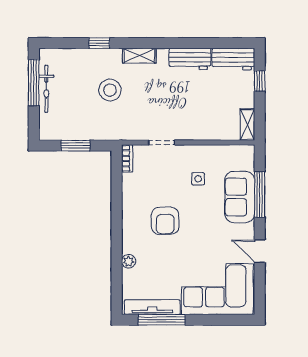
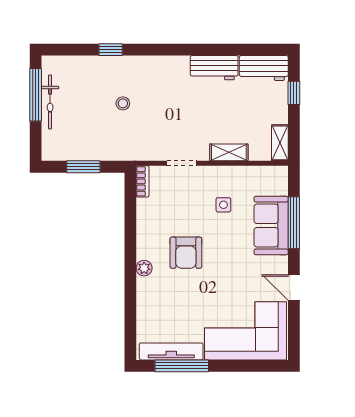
shelving: (139, 56) -> (229, 152), moved
stool: (110, 90) -> (123, 103), width x0.53, depth x0.53
plant: (129, 261) -> (144, 268), moved

